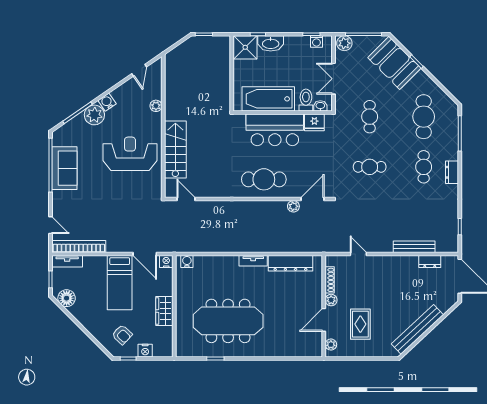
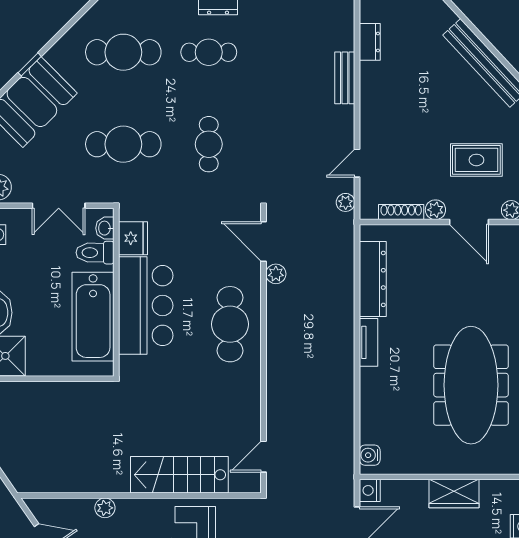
cafe table: (370, 117) -> (123, 144), width x1.37, depth x1.35
plant: (335, 247) -> (346, 202), added
bench: (414, 247) -> (345, 78), width x0.73

